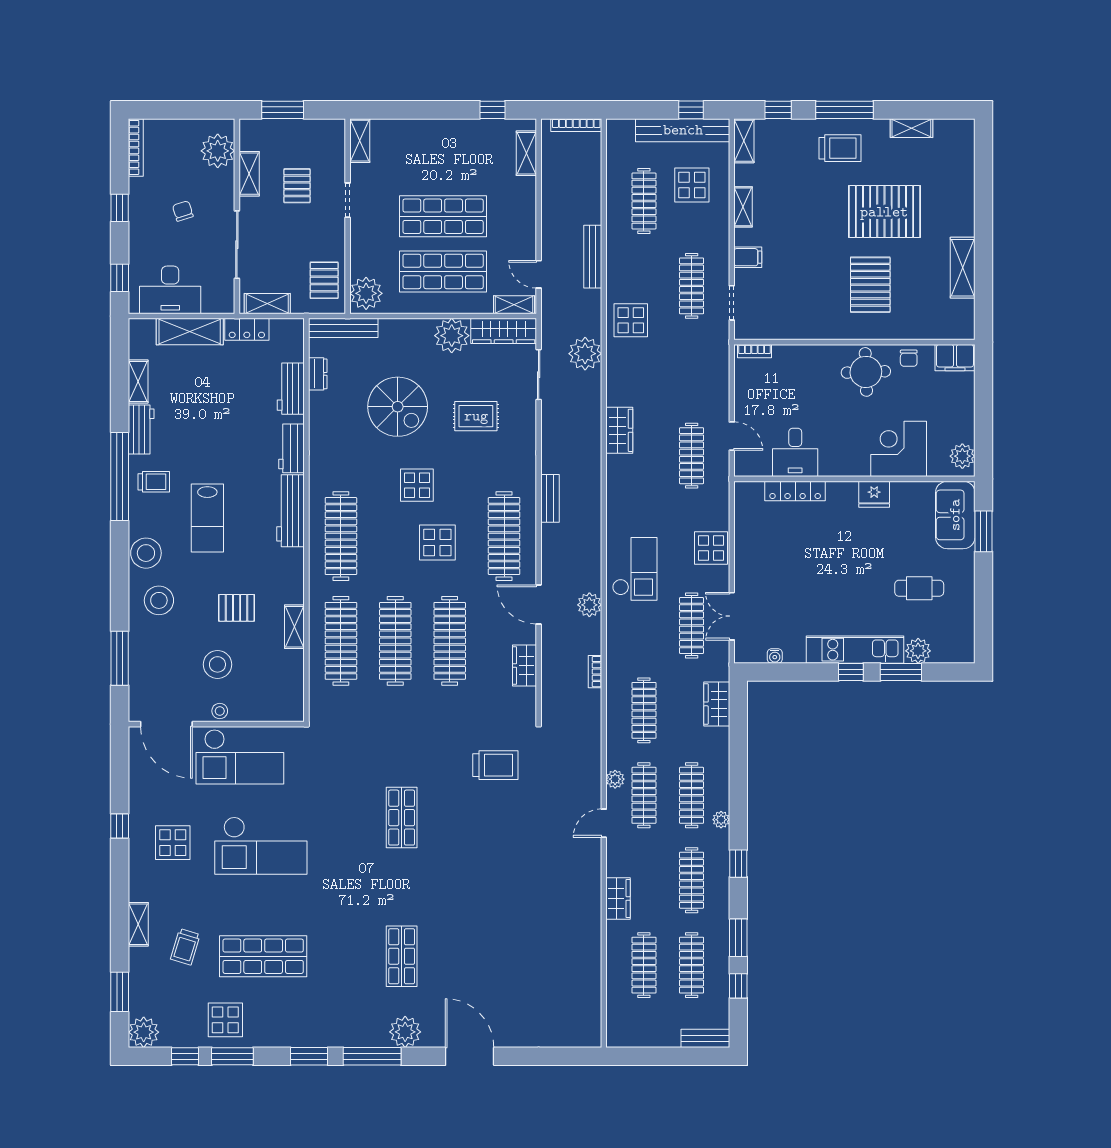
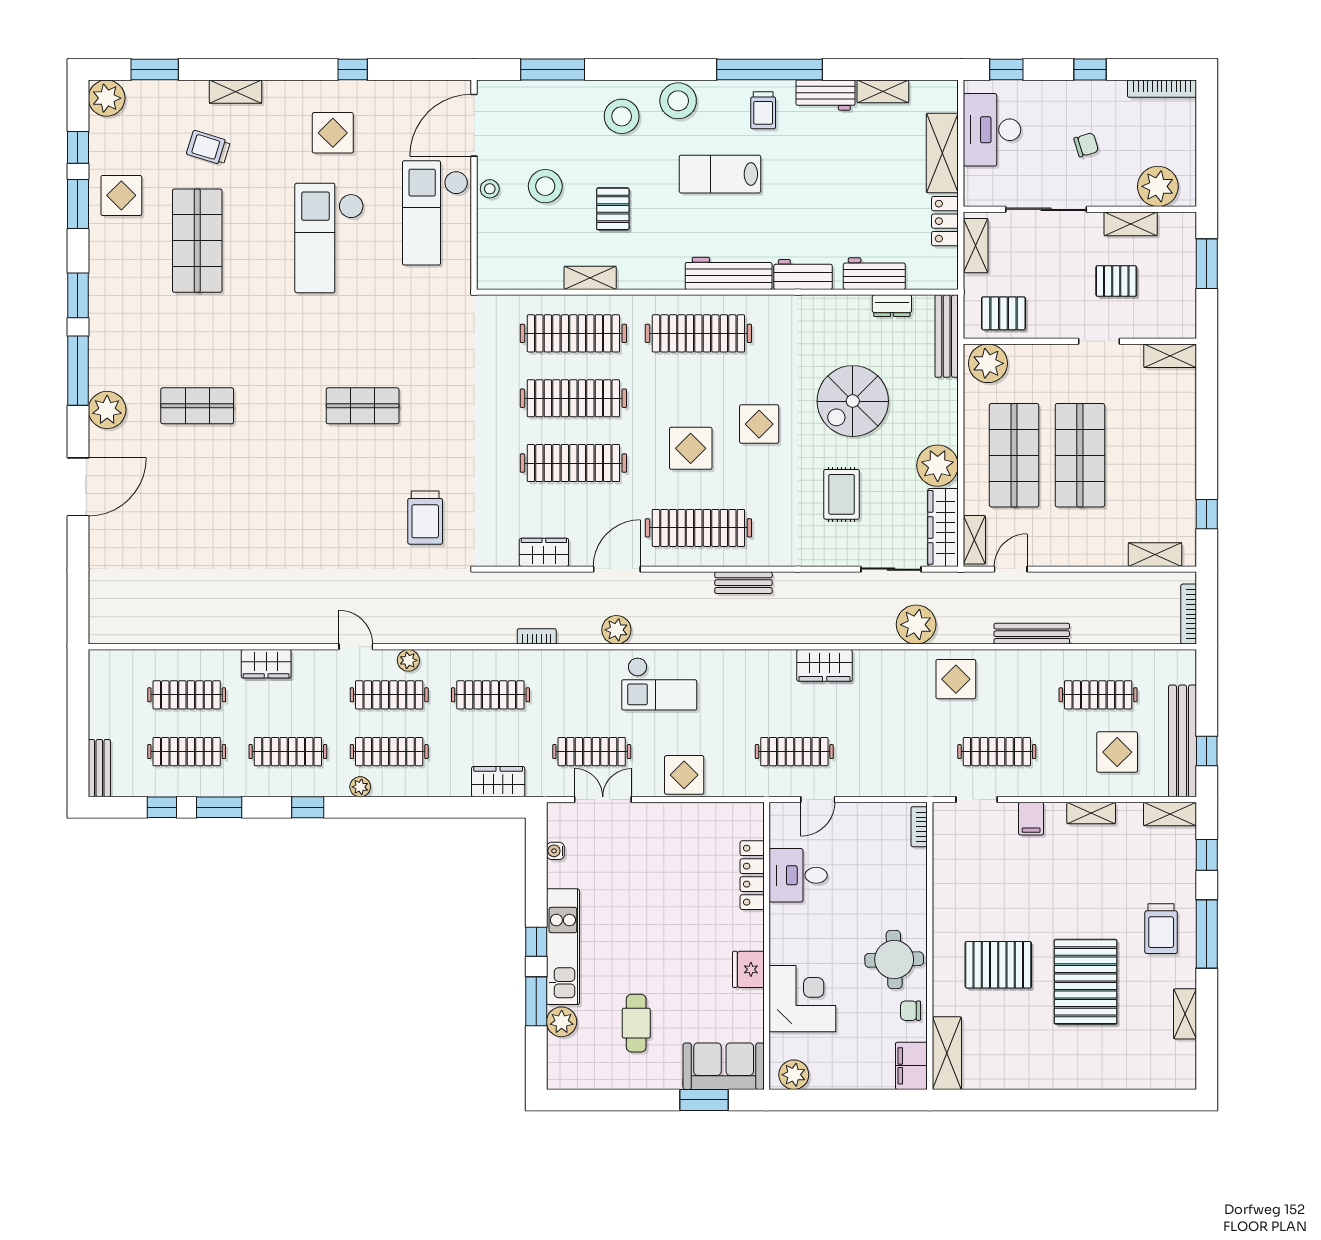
shelving: (963, 268) -> (947, 1053), moved, turned 90

